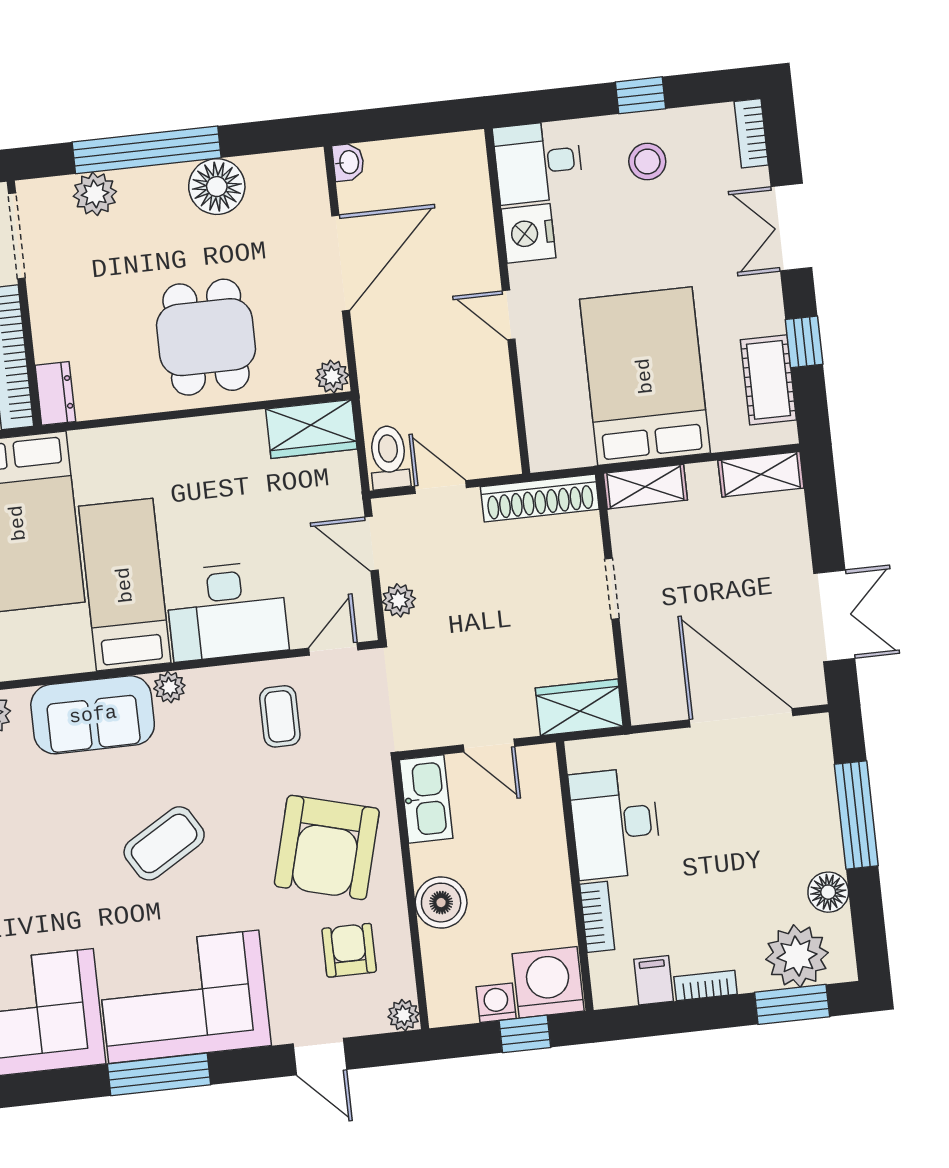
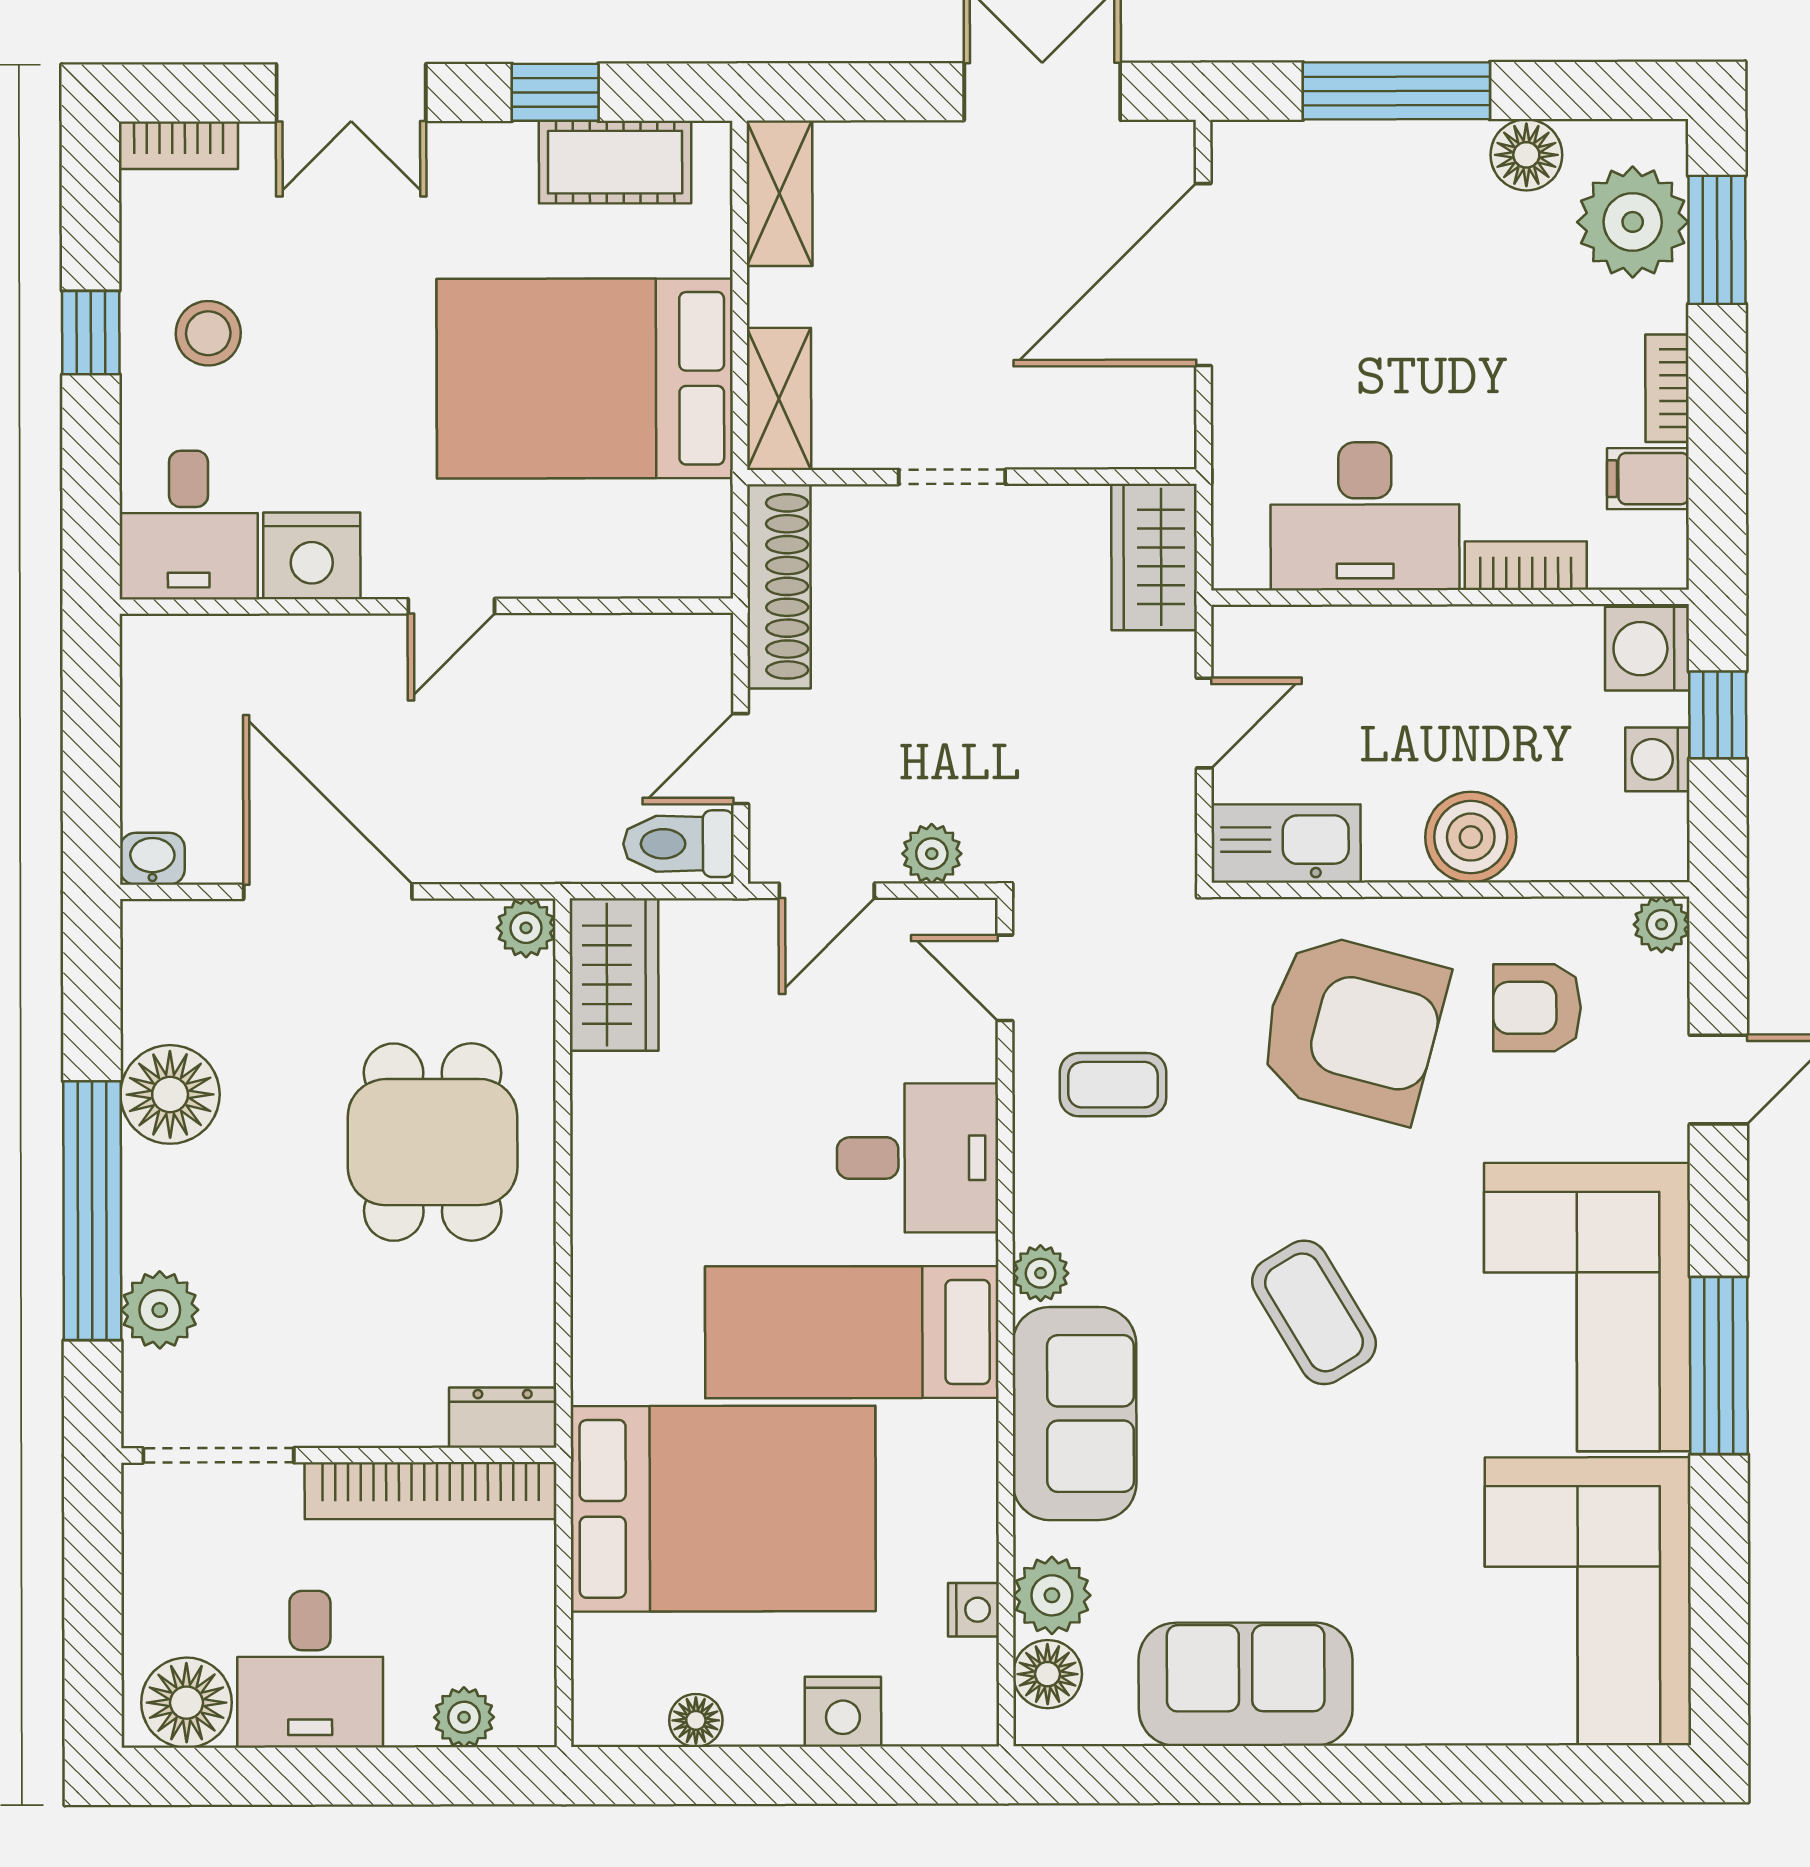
dining table: (206, 337) -> (433, 1142), turned 90
desk: (227, 611) -> (918, 1158), width x0.73
washing machine: (548, 982) -> (1647, 649), width x0.73, depth x0.73

